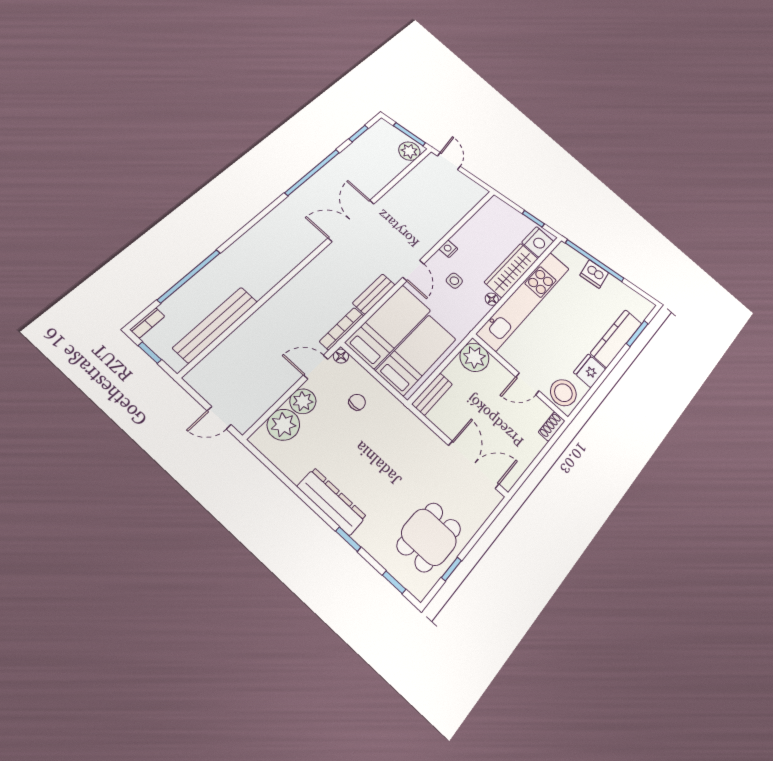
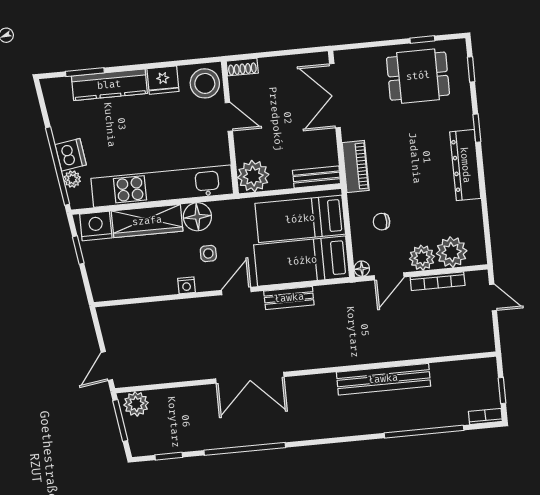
plant: (579, 260) -> (72, 179), added
floor lamp: (492, 299) -> (197, 217), width x1.89, depth x1.89
bench: (216, 325) -> (383, 379), moved
bookcase: (342, 329) -> (438, 281), moved
door: (316, 367) -> (389, 276), hinge flipped
piano: (412, 426) -> (356, 166), added

